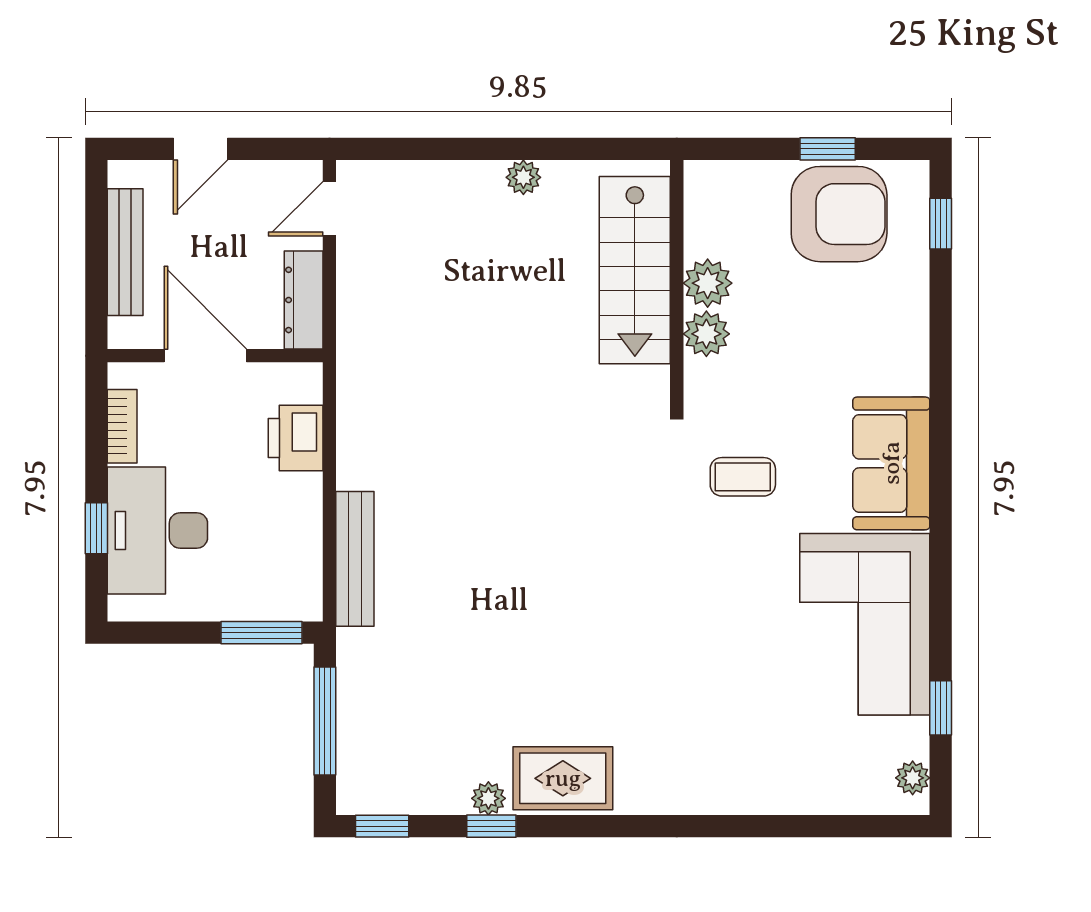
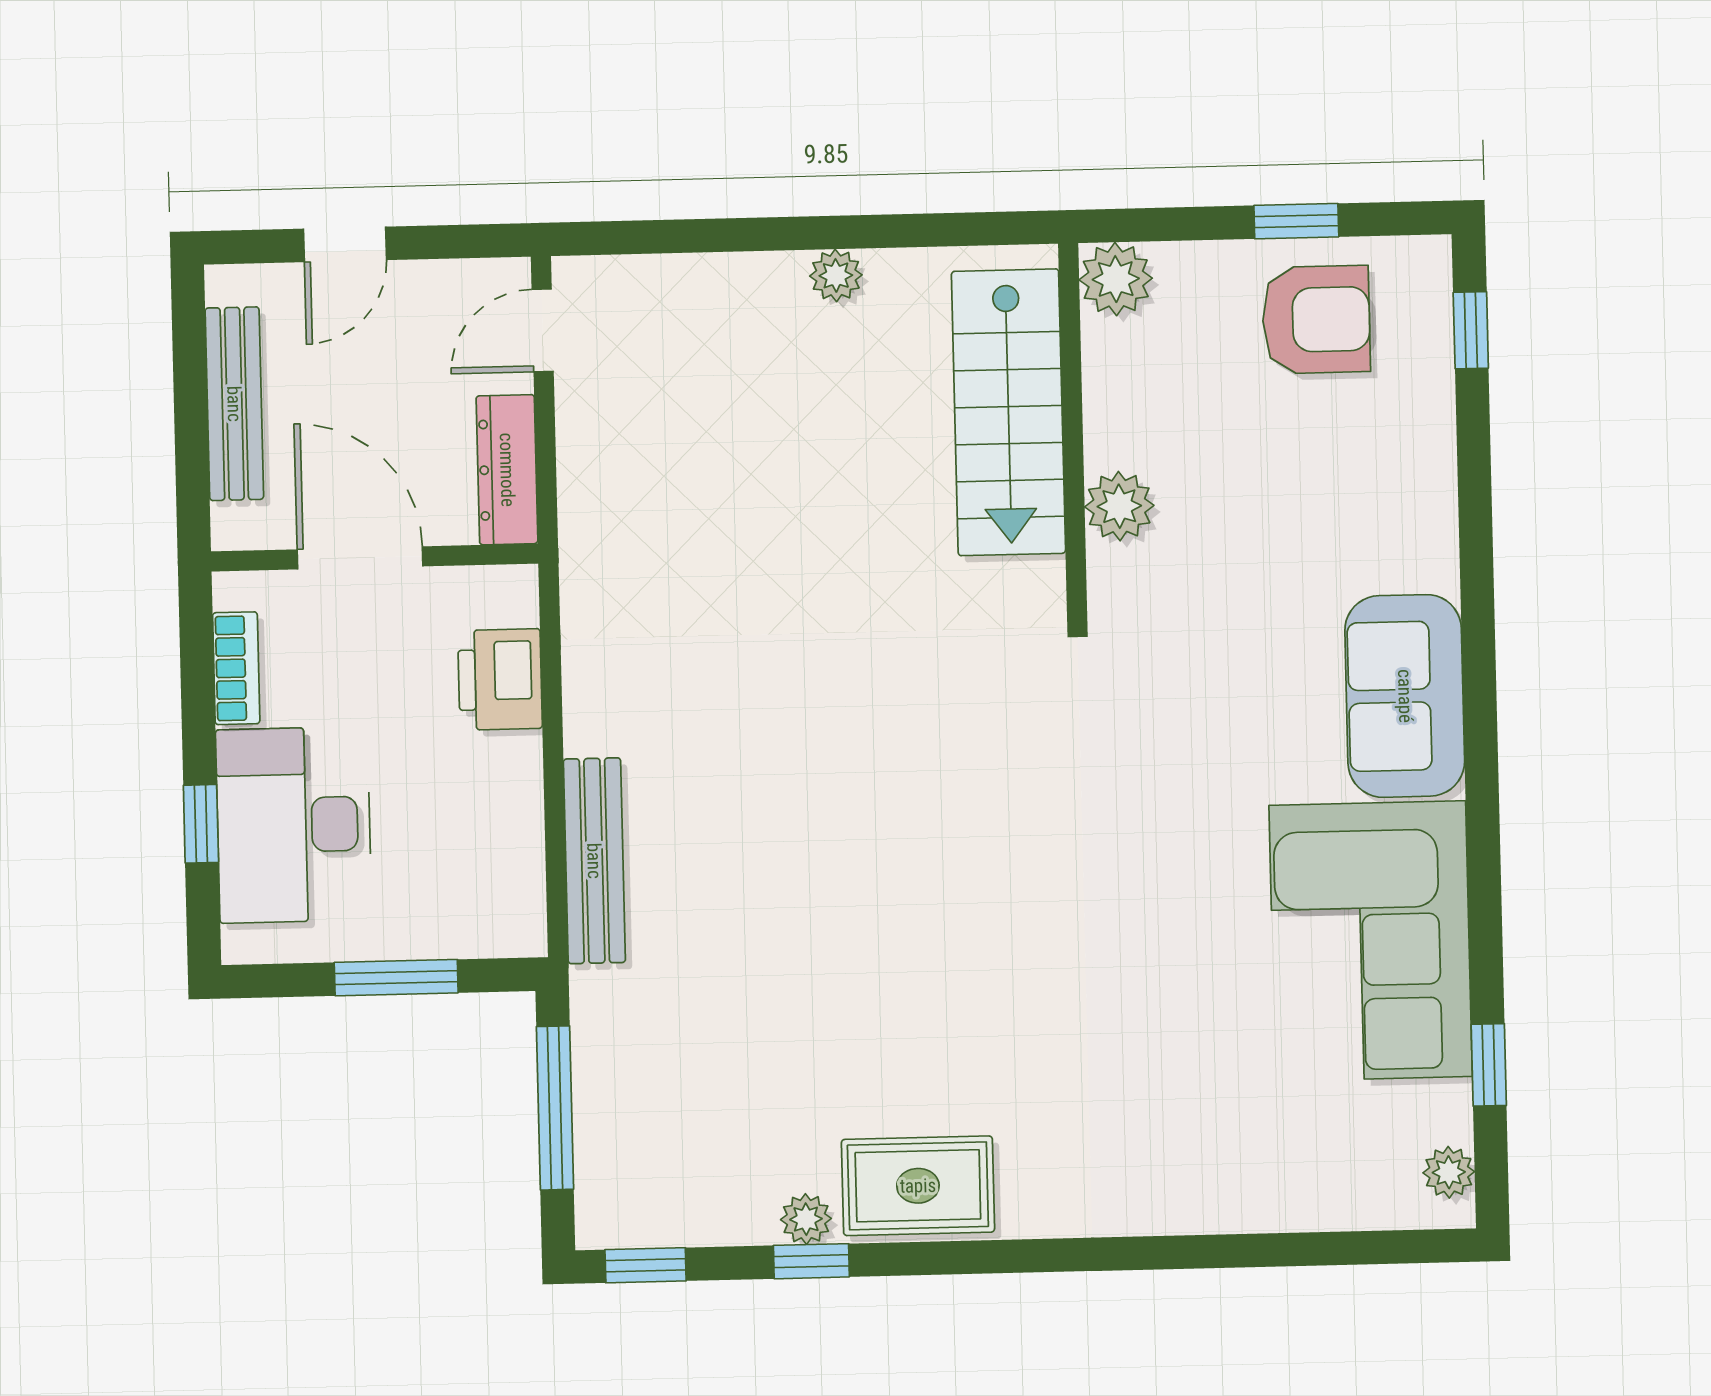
armchair: (839, 214) -> (1316, 320), width x0.73, depth x0.73
plant: (708, 283) -> (1116, 279), moved
coffee table: (743, 477) -> (1180, 722), removed
window: (262, 633) -> (396, 978), moved

